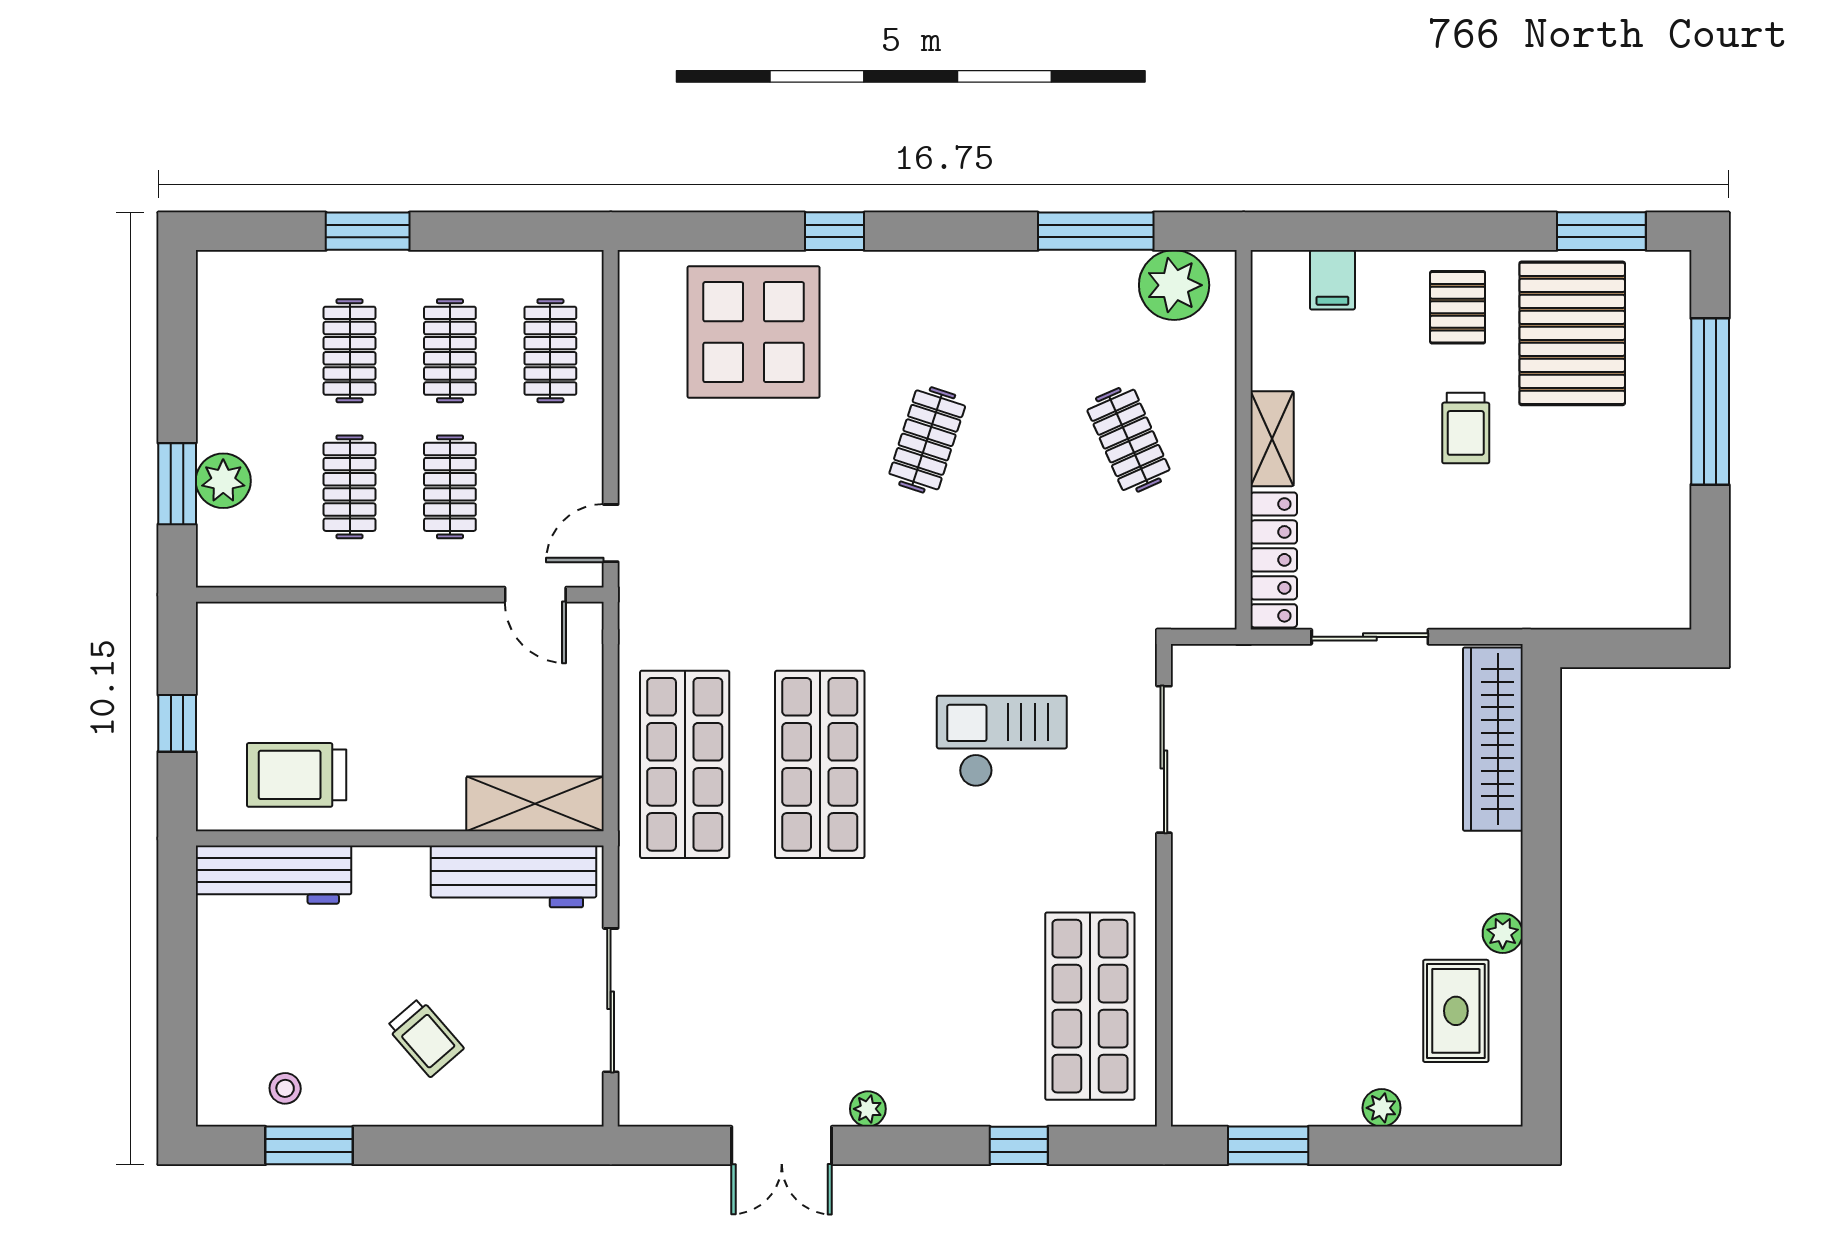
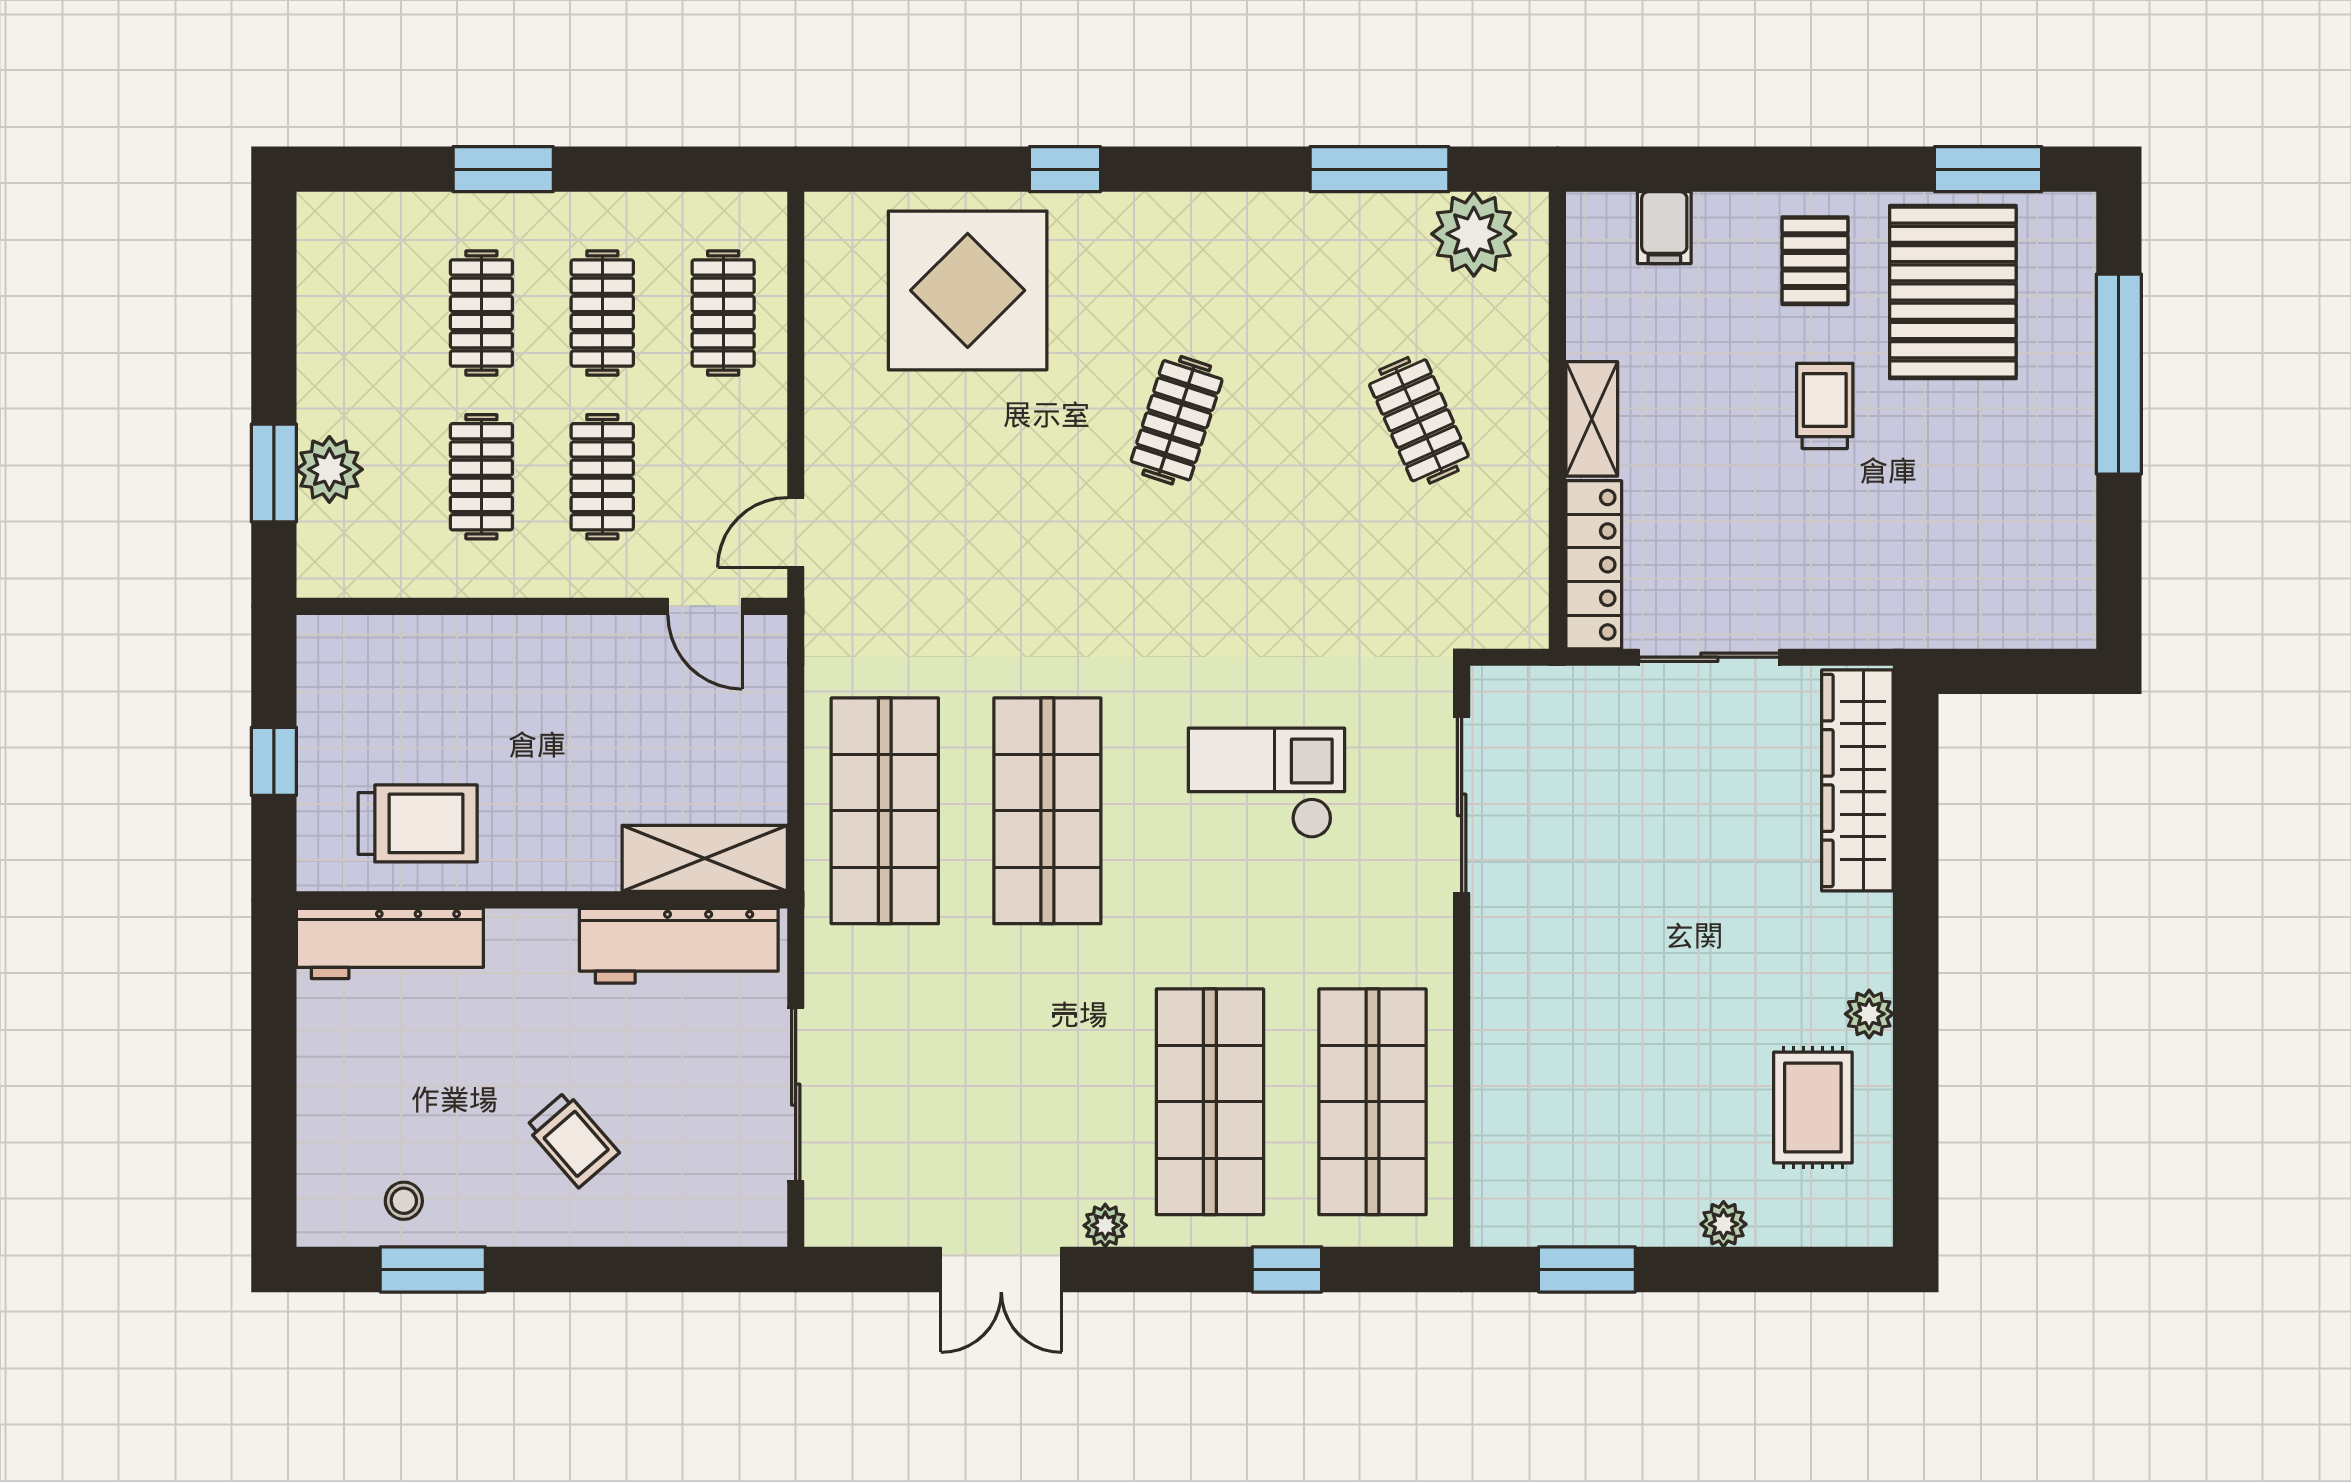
trolley: (1466, 428) -> (1825, 406), turned 180
trolley: (297, 775) -> (418, 823), turned 180
shop shelf: (955, 1006) -> (1210, 1102), added

